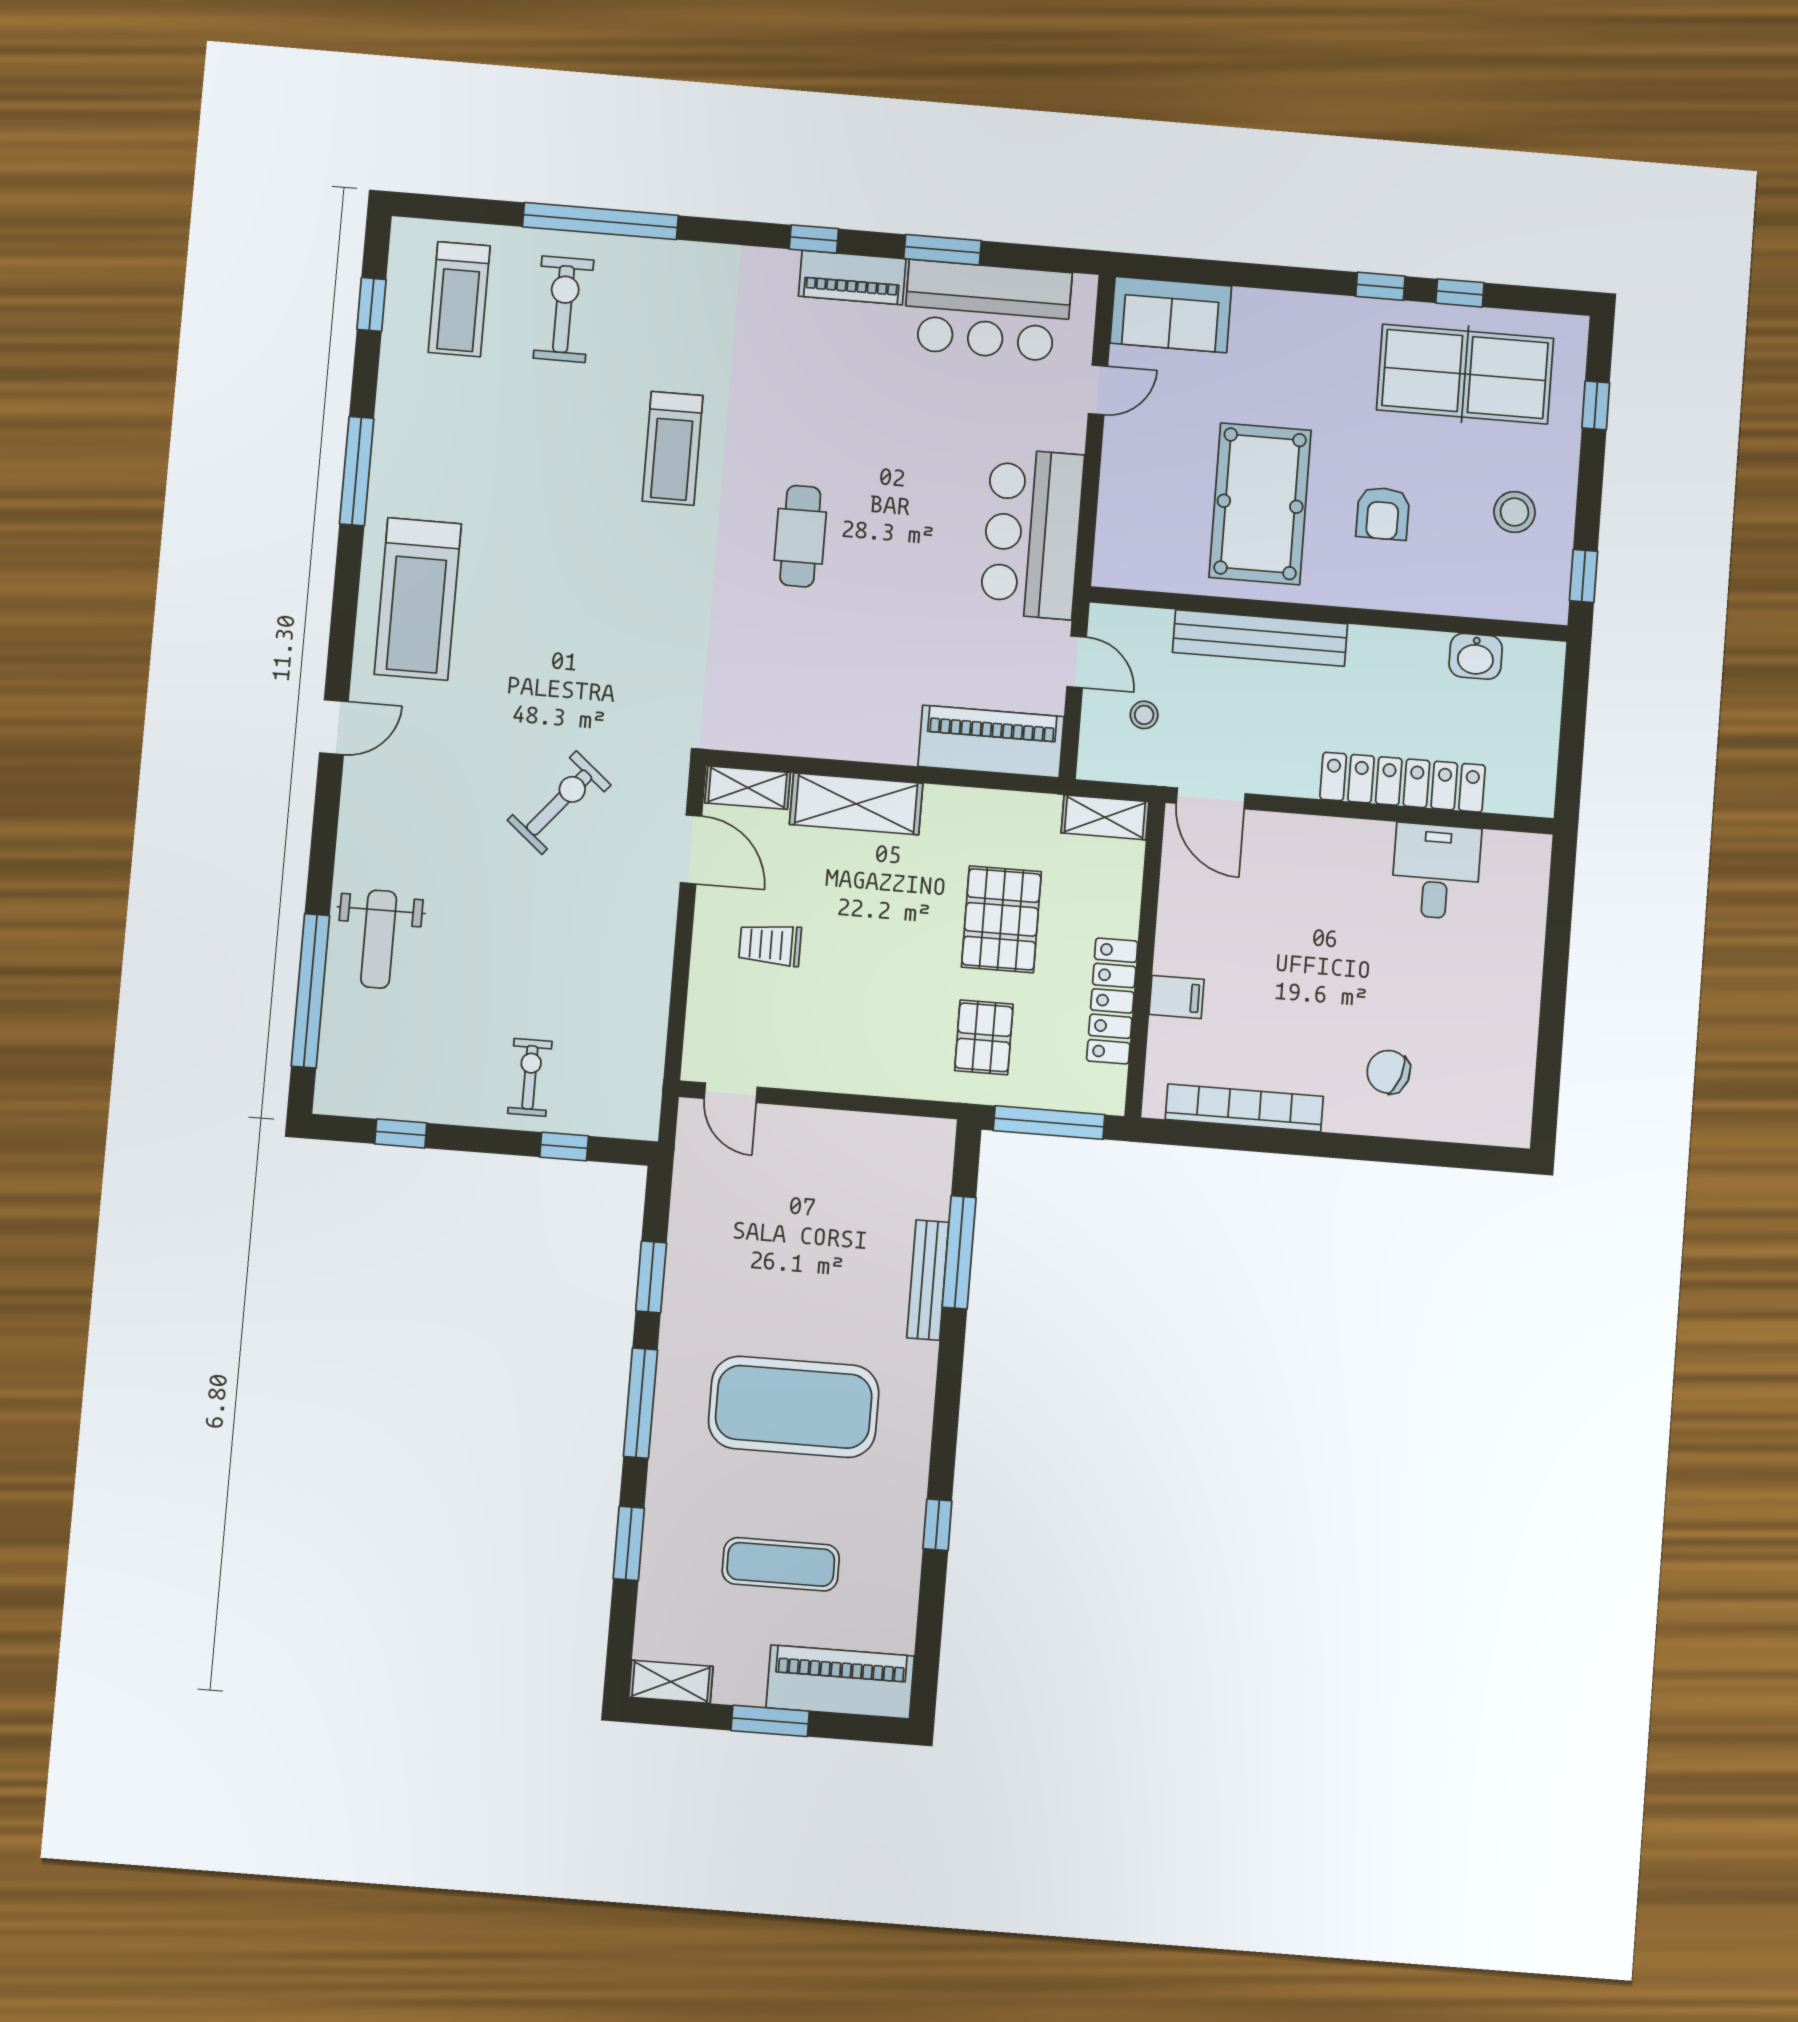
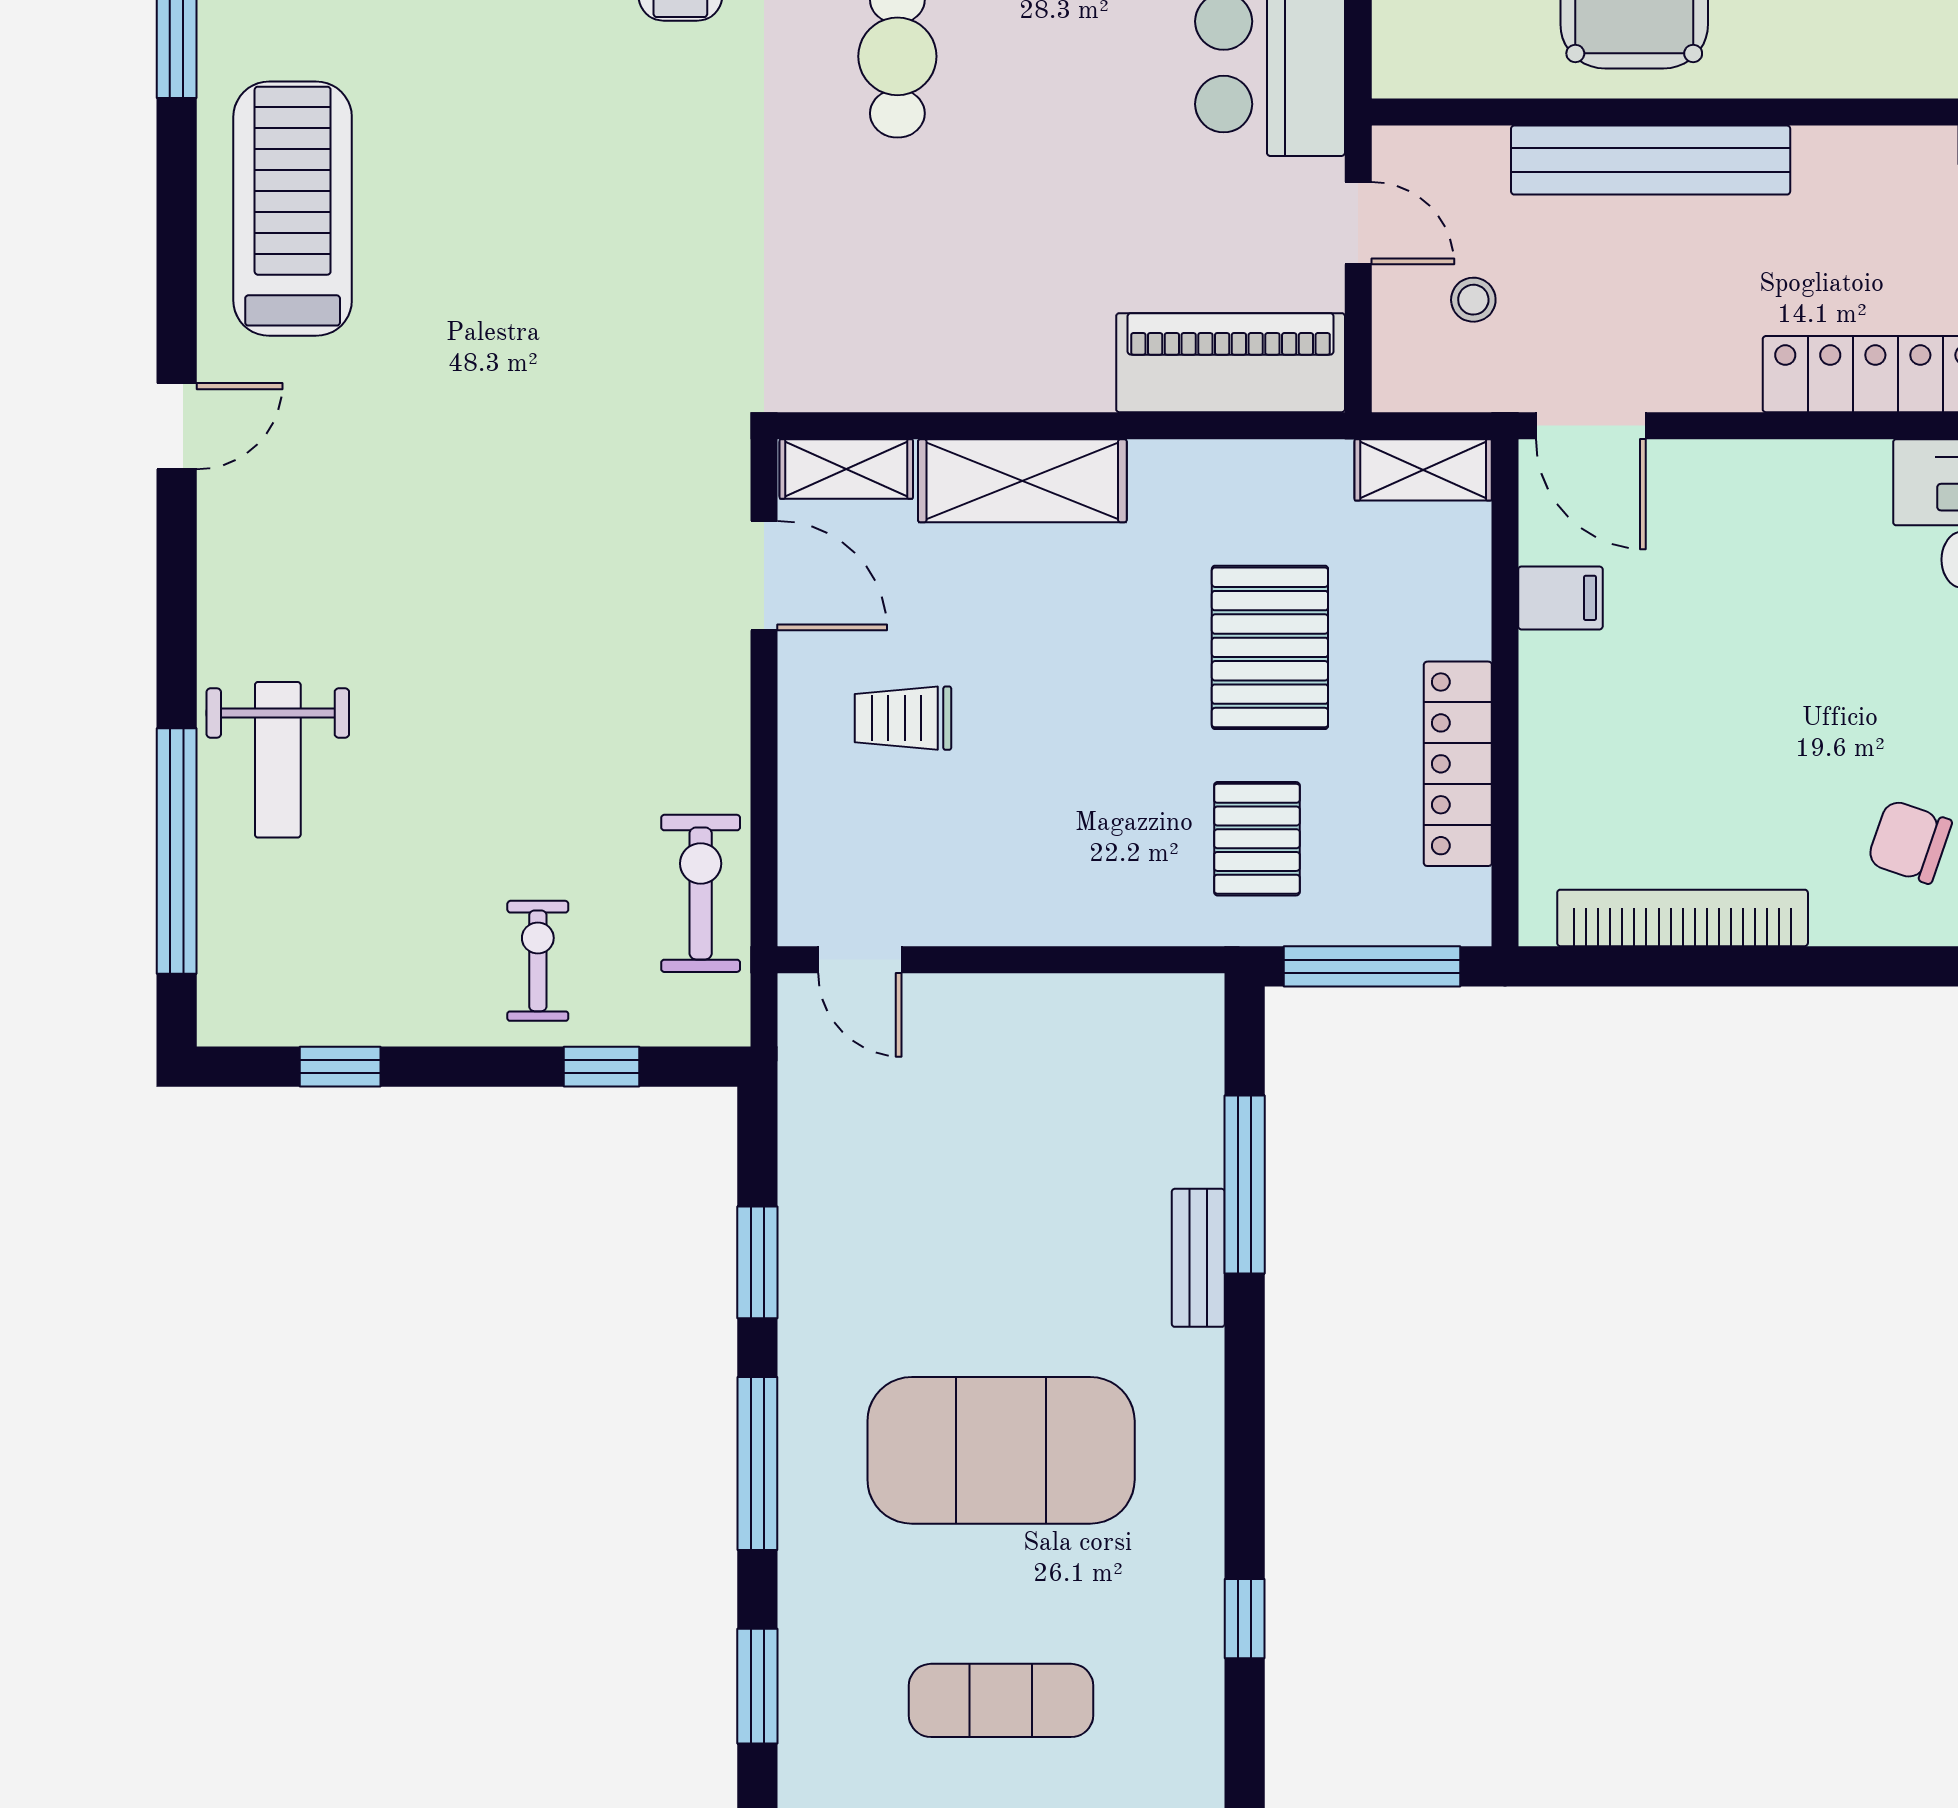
treadmill: (418, 599) -> (293, 209), turned 180
exercise bike: (559, 803) -> (701, 893), moved, turned -40
filing cabinet: (1177, 997) -> (1560, 598), moved
bench: (928, 1280) -> (1198, 1258), width x0.73

